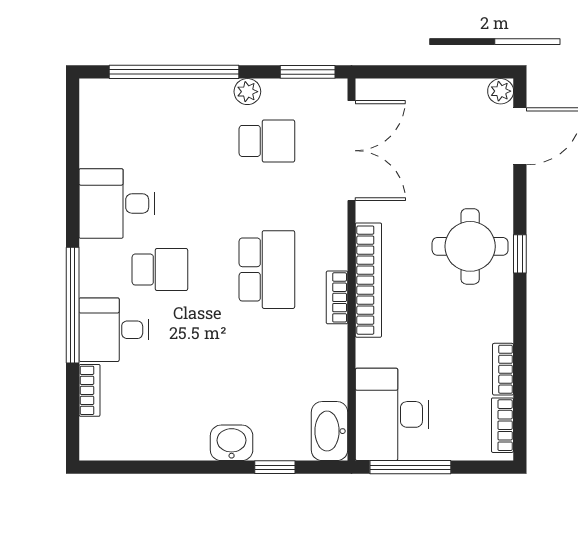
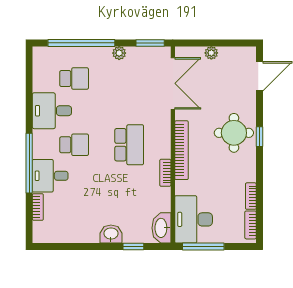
plant: (501, 91) -> (211, 53), moved
school desk: (267, 141) -> (74, 79), moved
bookcase: (337, 297) -> (165, 173), moved

